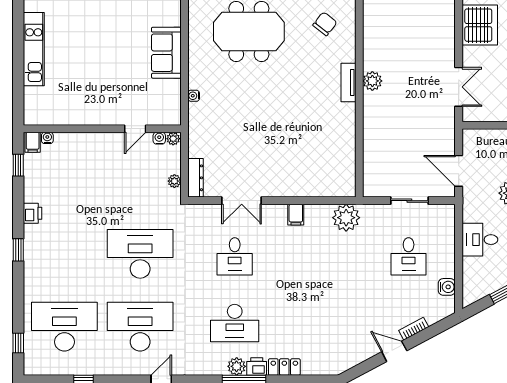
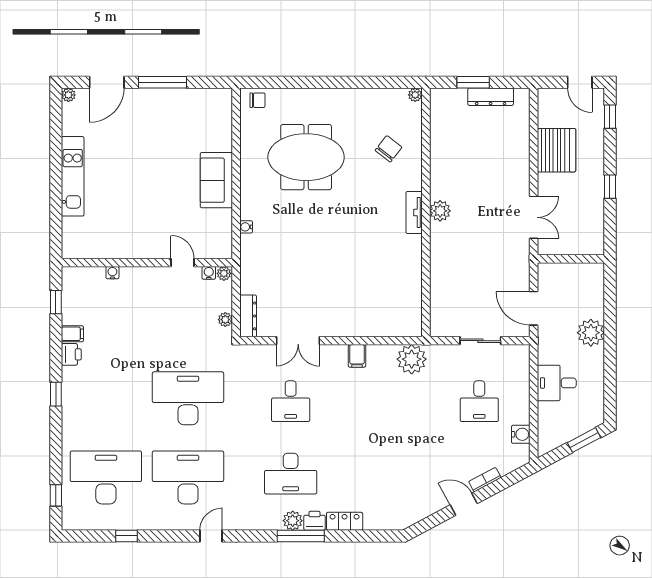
door: (135, 129) -> (183, 263), swing flipped
water cooler: (47, 138) -> (112, 273), moved
filing cabinet: (33, 142) -> (72, 334), moved, turned -90

